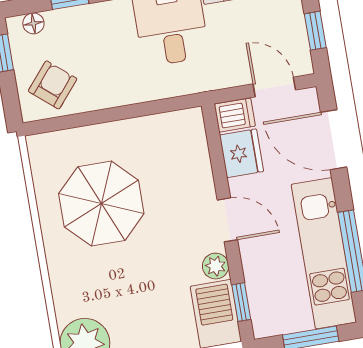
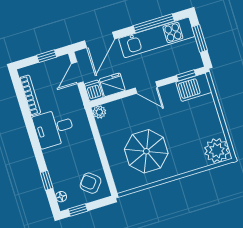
door: (227, 220) -> (146, 88), swing flipped
plant: (216, 266) -> (99, 112), moved

